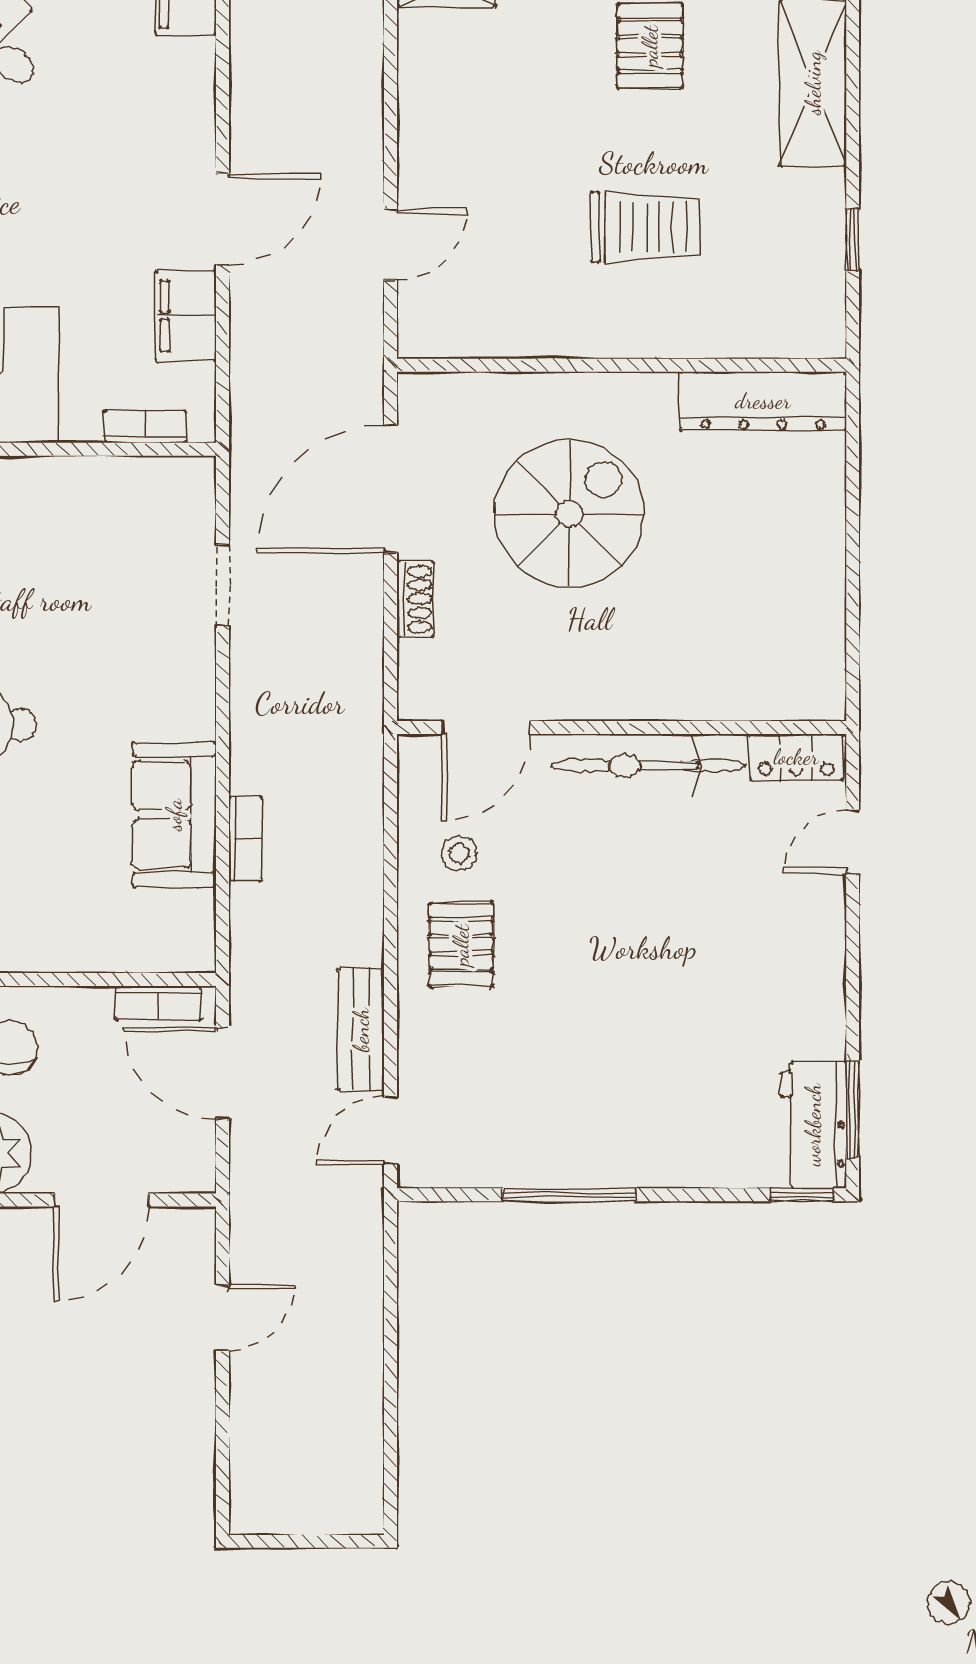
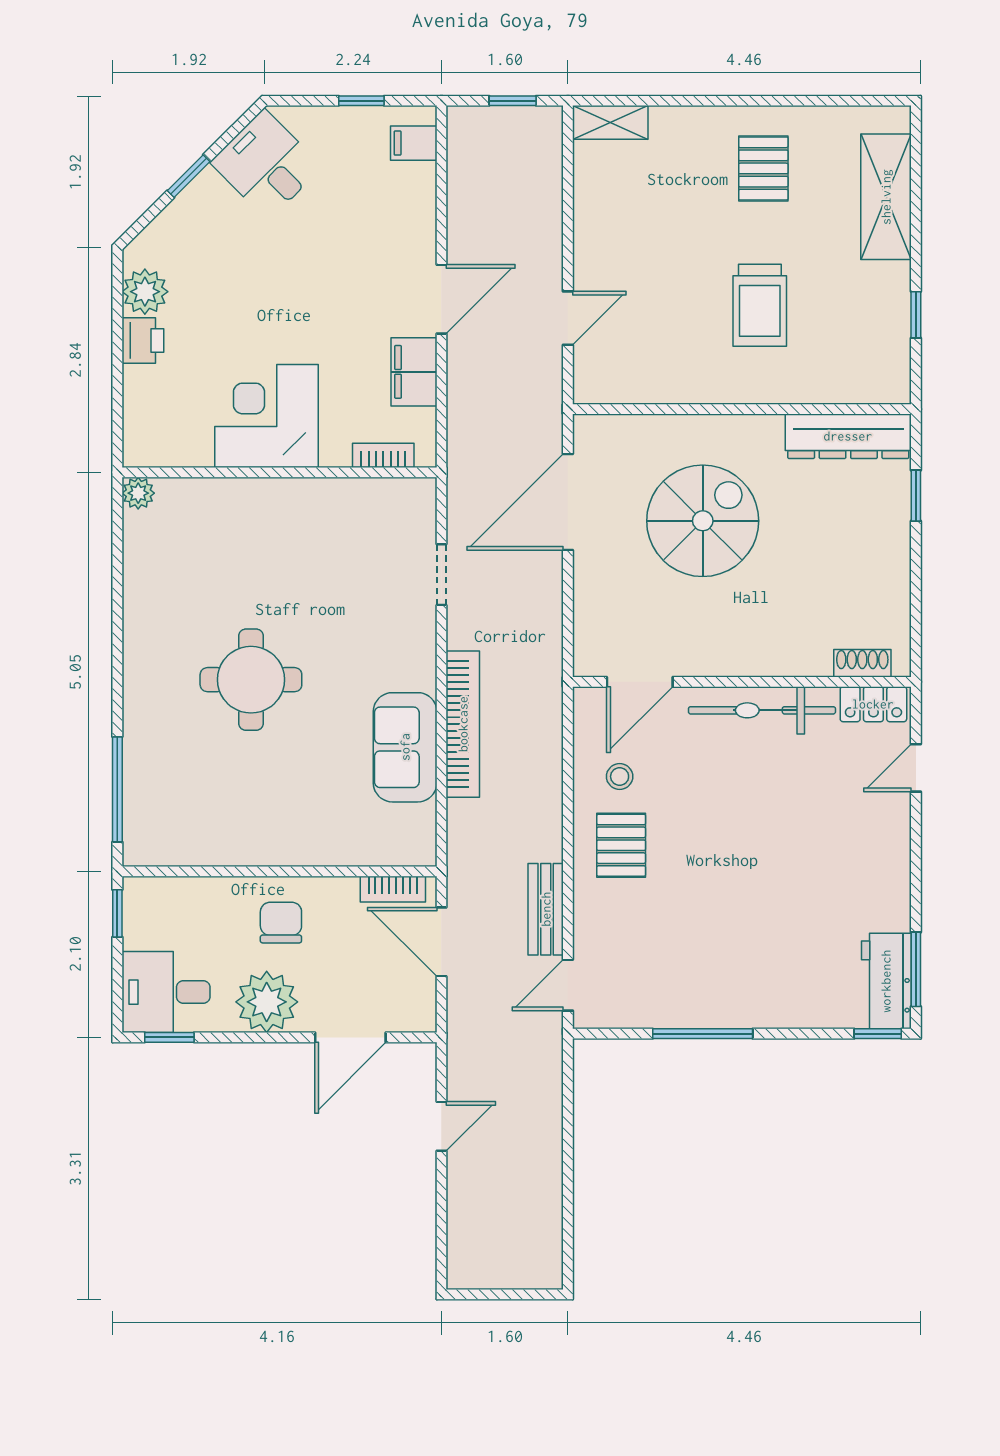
trolley: (645, 227) -> (760, 305), turned 90
window: (853, 480) -> (916, 496), added
shoe rack: (415, 599) -> (862, 663), moved, turned -90
bookcase: (246, 839) -> (463, 724), width x2.31, depth x1.31

